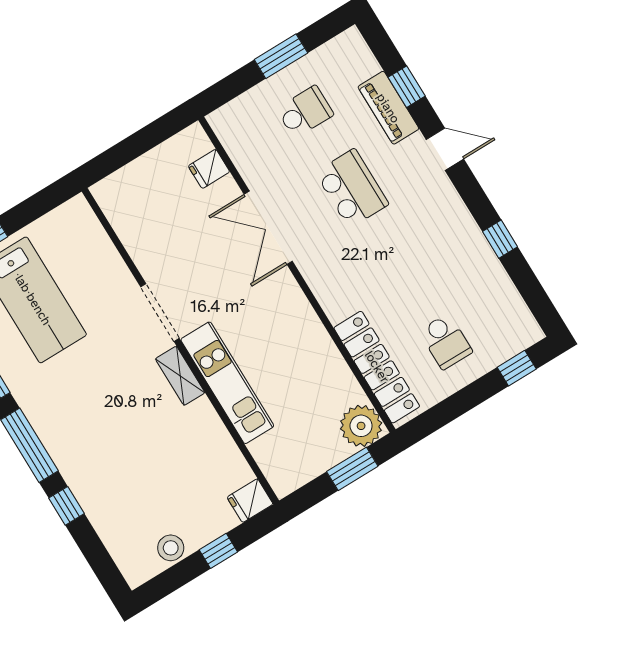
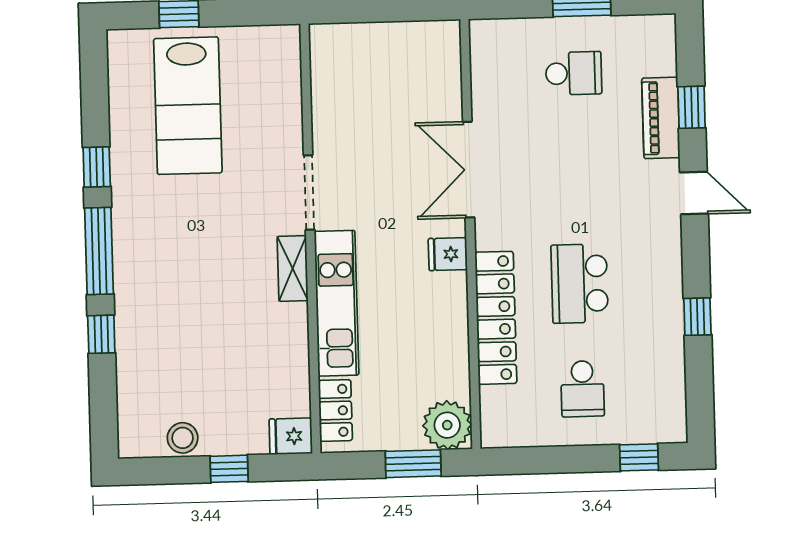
fridge: (209, 169) -> (448, 254), moved
school desk: (352, 188) -> (580, 284), moved, turned 180
locker: (377, 367) -> (496, 318), moved
locker: (272, 463) -> (335, 410), added

